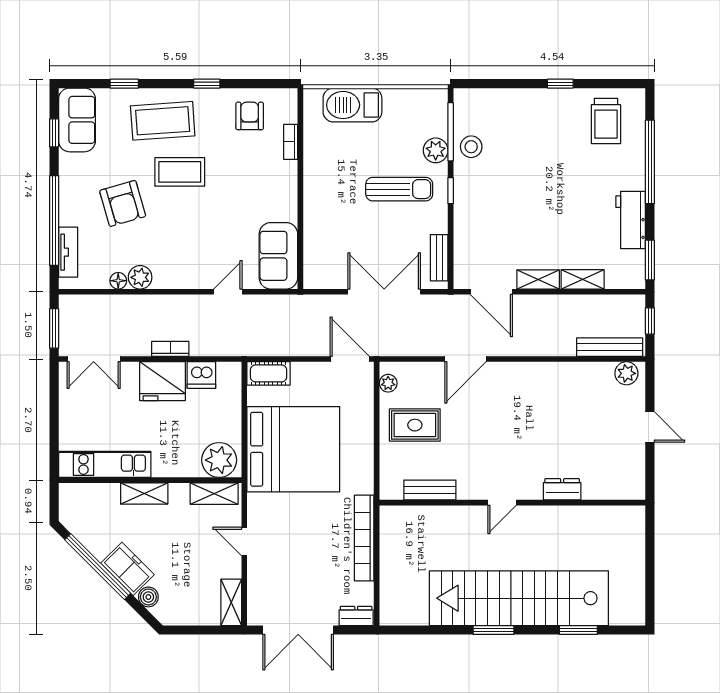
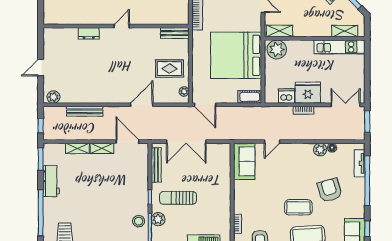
bench: (439, 258) -> (156, 165), width x1.36
bench: (610, 347) -> (85, 111), moved
door: (650, 427) -> (41, 68), hinge flipped
bench: (430, 490) -> (175, 33), moved
shelving: (144, 493) -> (345, 31), moved

